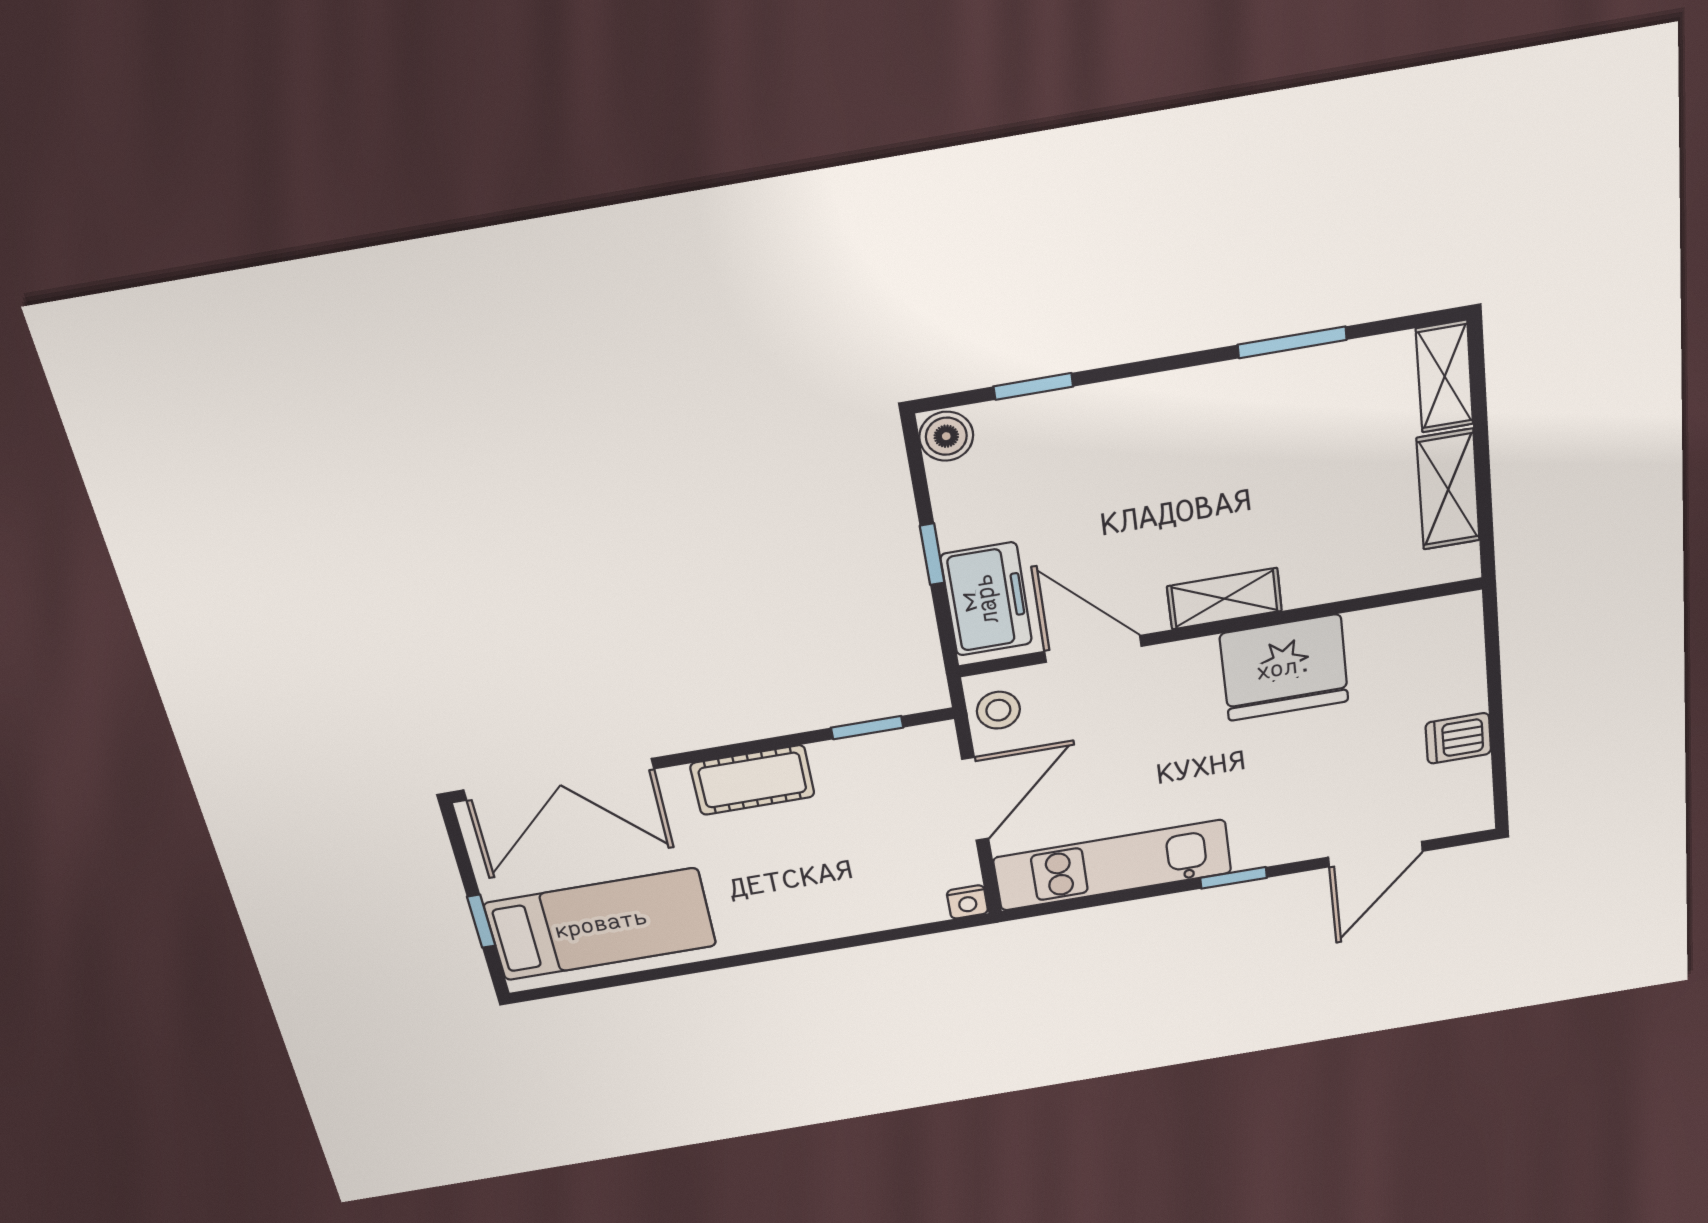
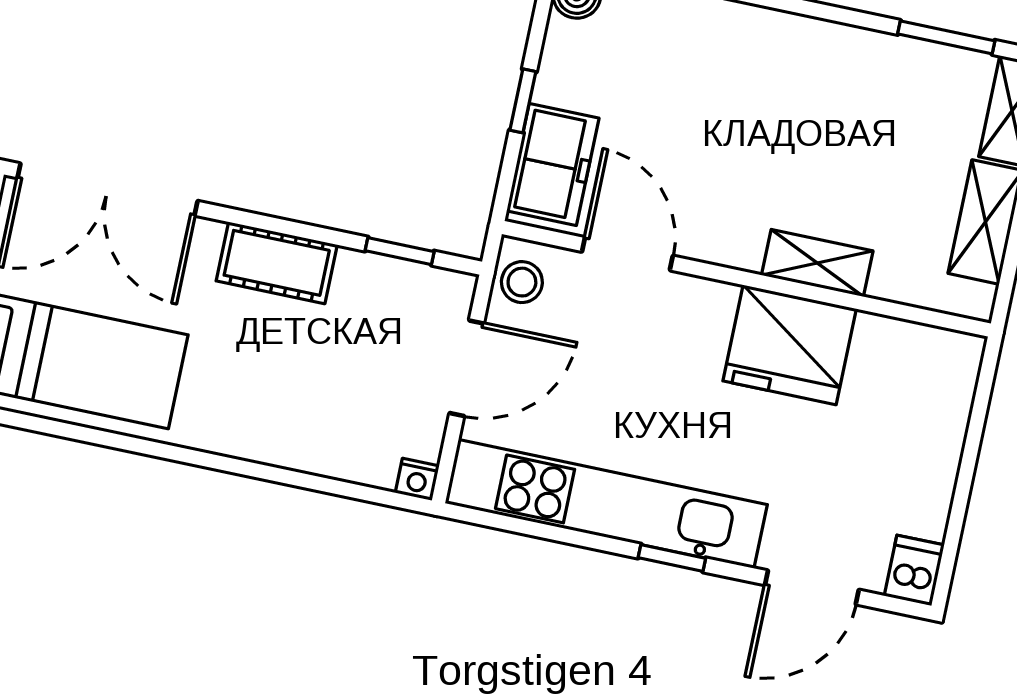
window: (1292, 342) -> (946, 37), moved
shelving: (1224, 599) -> (817, 263), moved
dishwasher: (1458, 738) -> (914, 570), moved, turned 90
kitchen unit: (1112, 865) -> (606, 504), width x1.36

